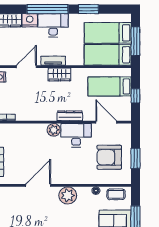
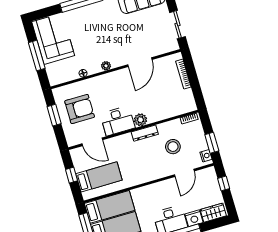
tv unit: (53, 61) -> (160, 186), removed
wardrobe: (59, 74) -> (150, 175), removed
stool: (30, 95) -> (173, 147), added
dresser: (70, 116) -> (145, 133), moved
coffee table: (116, 194) -> (63, 75), removed
plant: (68, 195) -> (106, 66), width x0.53, depth x0.53

